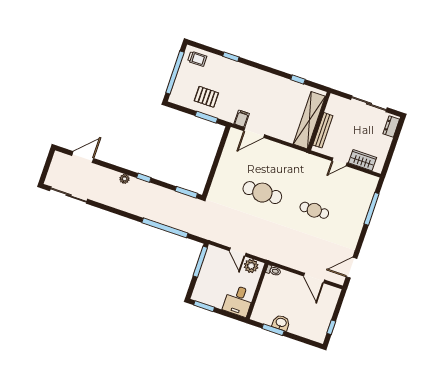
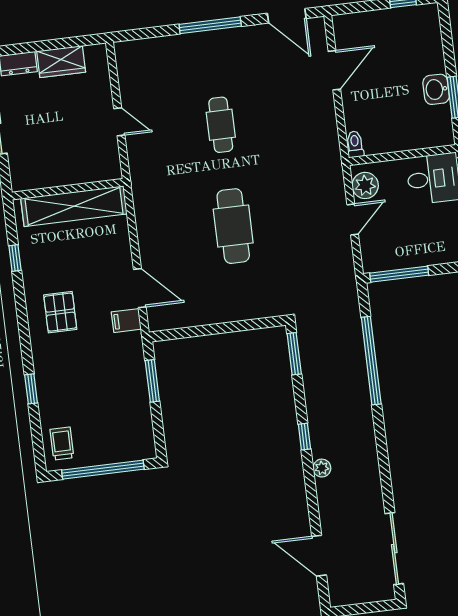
pallet: (206, 97) -> (60, 312), moved
bench: (323, 130) -> (80, 175), removed
wardrobe: (363, 160) -> (61, 62), moved, turned -90
window: (372, 209) -> (210, 25), moved

